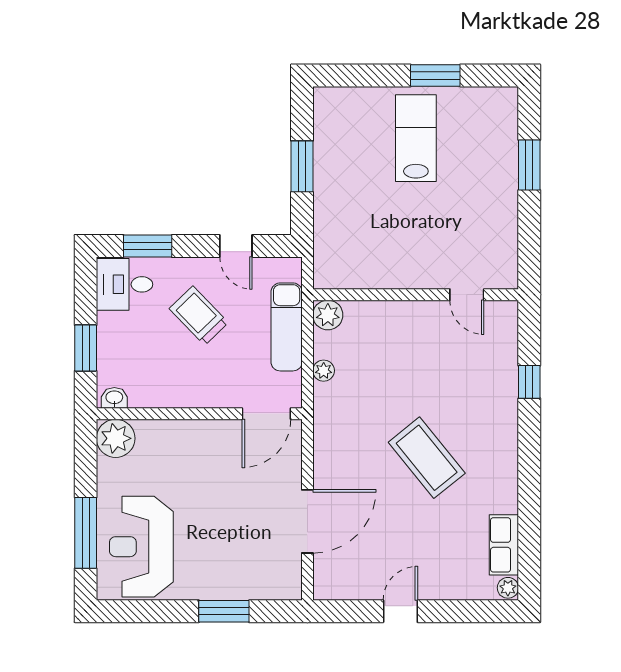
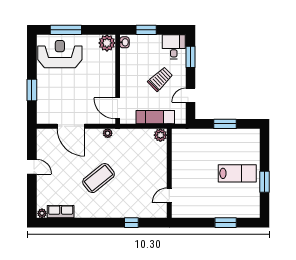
plant: (324, 371) -> (108, 133), moved

